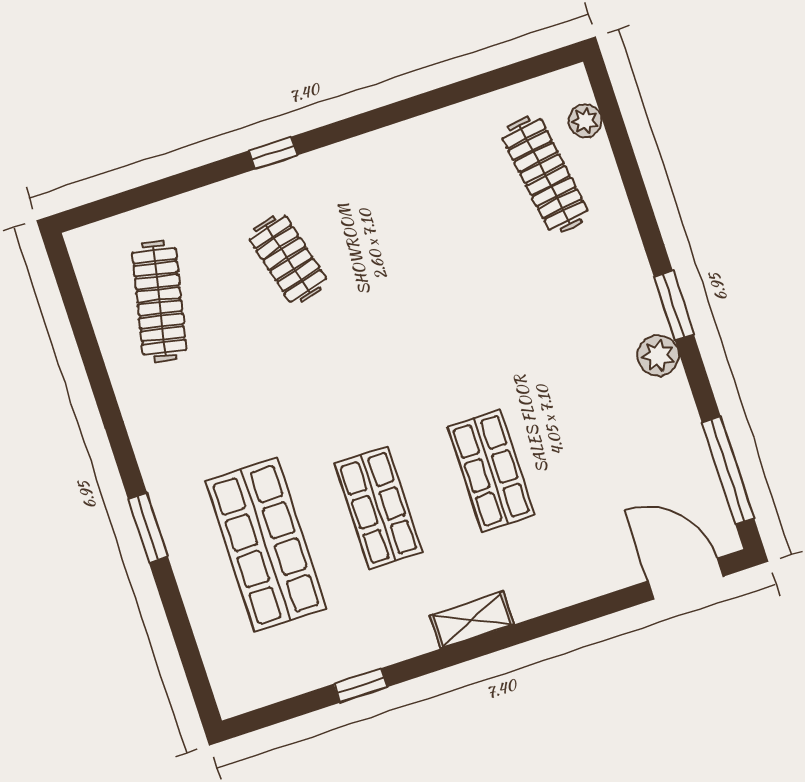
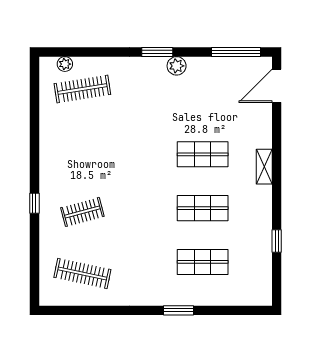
shop shelf: (266, 545) -> (203, 262), width x0.70, depth x0.74
shelving: (472, 620) -> (264, 167), moved

